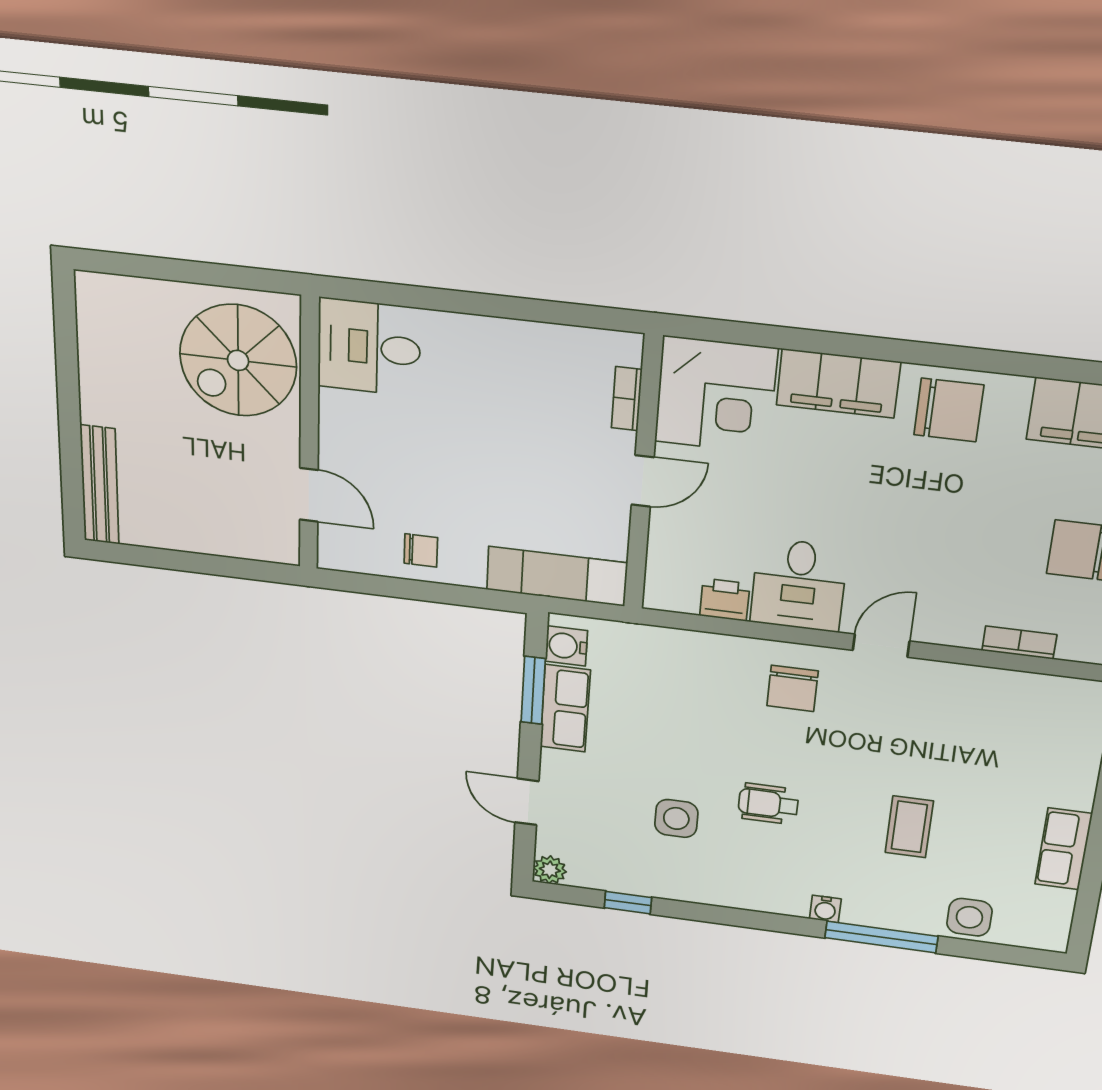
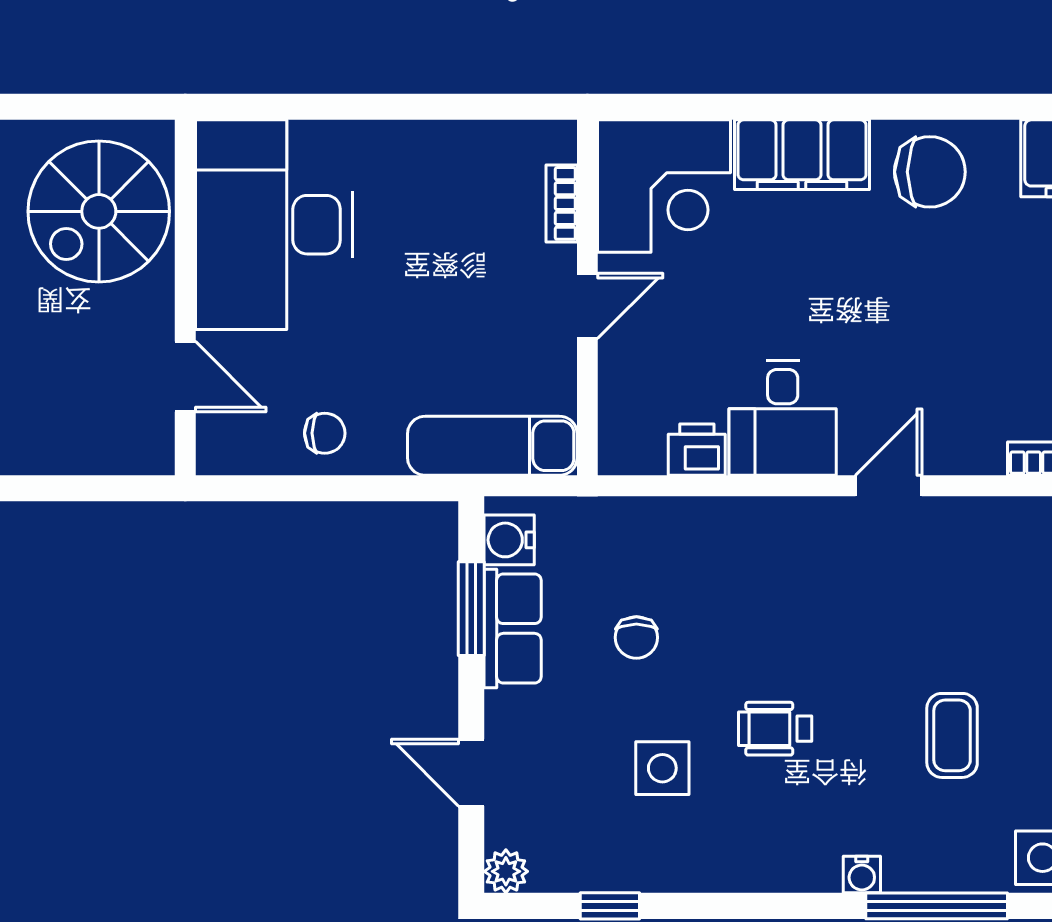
desk: (369, 347) -> (274, 225), width x1.87, depth x1.30
chair: (793, 688) -> (636, 637), moved, width x0.73, depth x0.73

